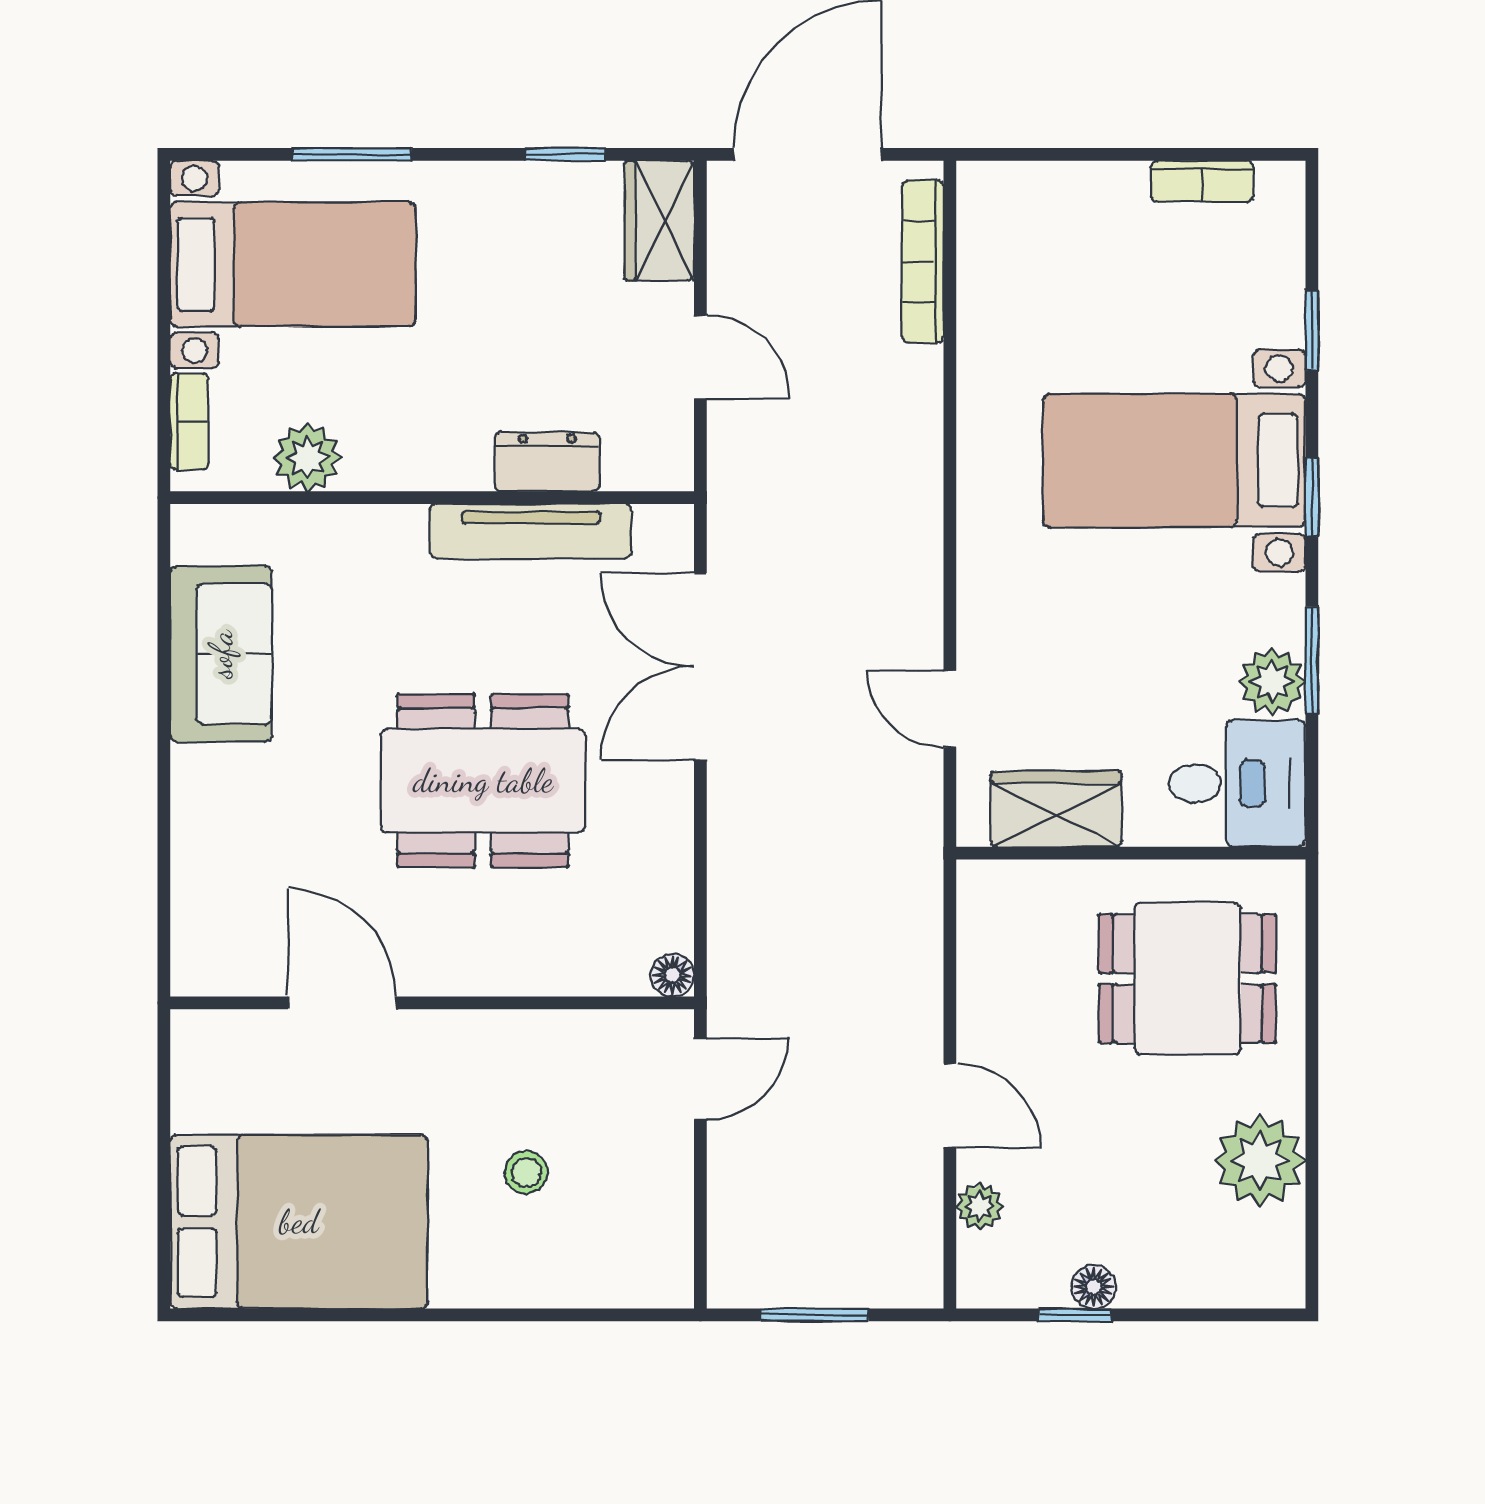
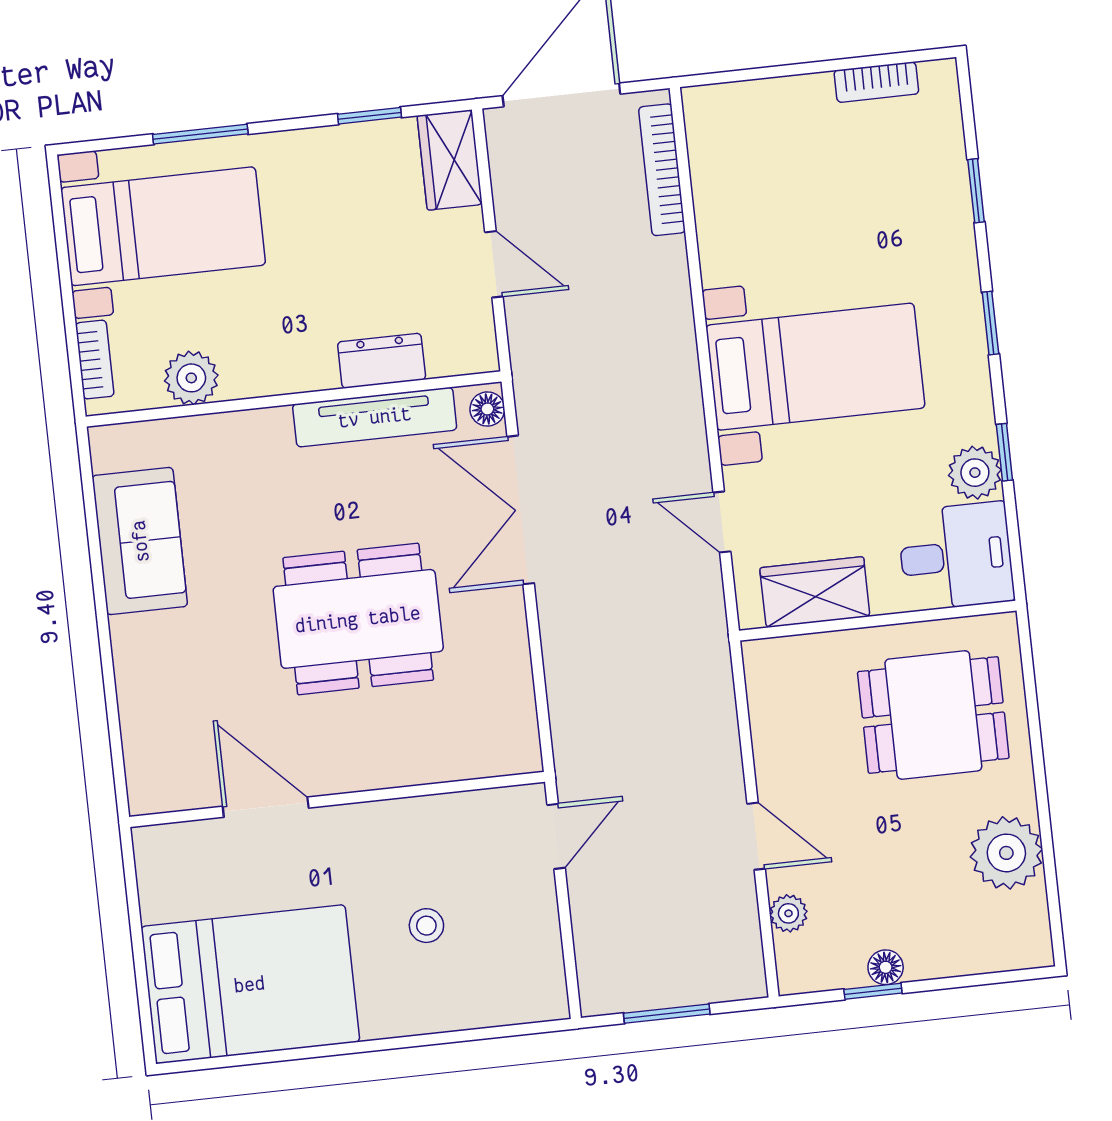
bed with nightstands: (1174, 460) -> (815, 367), moved, turned 180
window: (1312, 660) -> (1004, 452), width x0.67
floor lamp: (673, 975) -> (487, 409), moved

